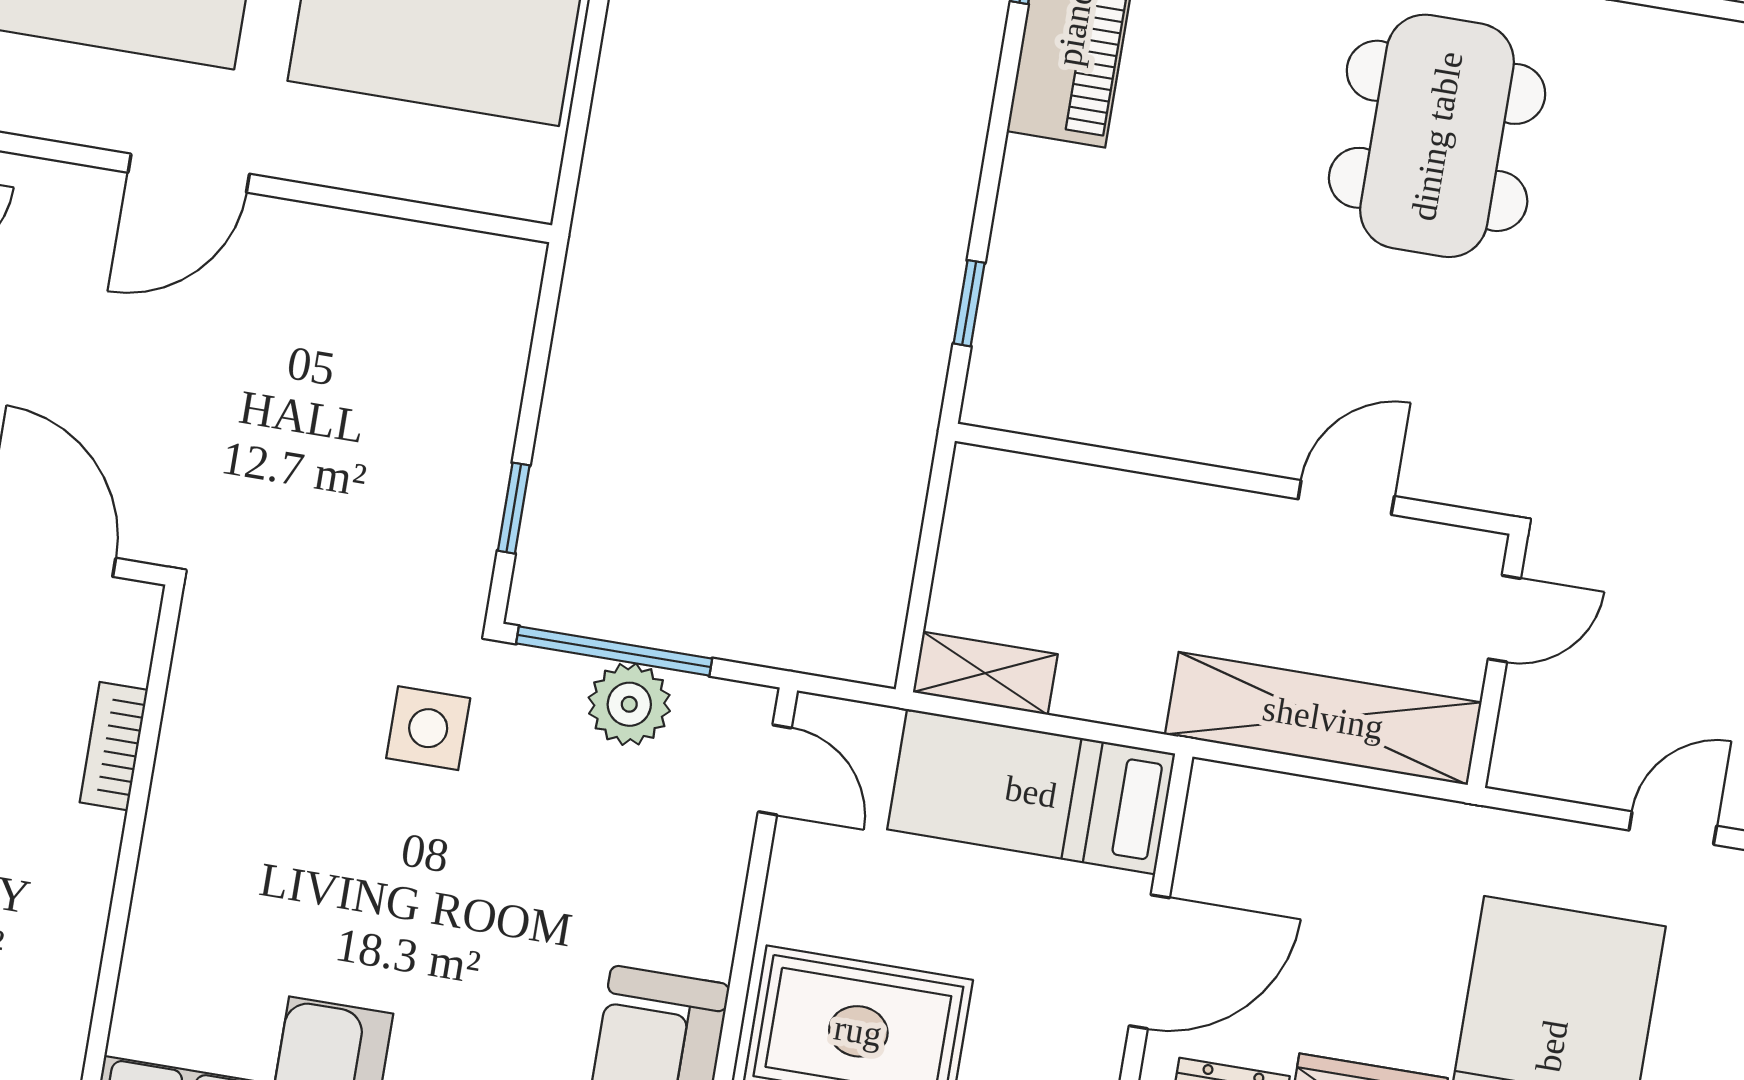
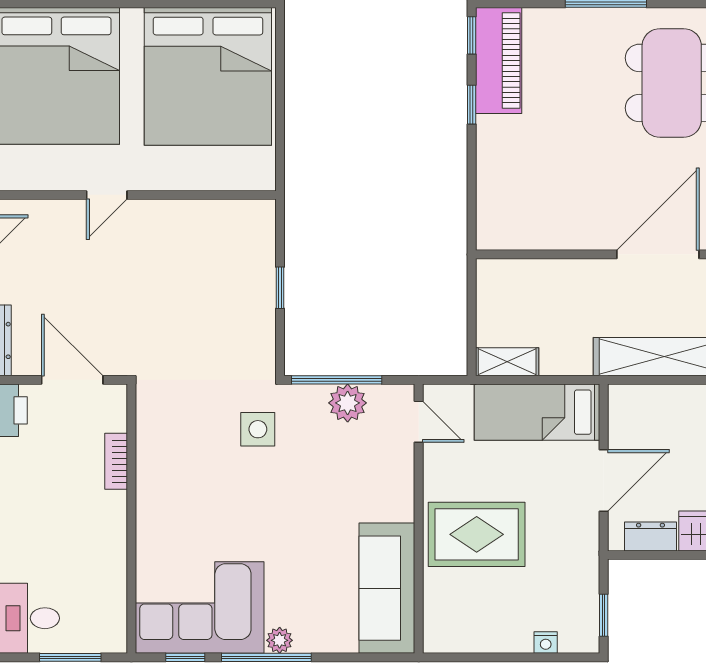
door: (189, 173) -> (107, 195), width x0.73
window: (969, 303) -> (472, 105), moved
door: (1346, 498) -> (658, 254), width x1.87
window: (514, 508) -> (280, 288), moved

